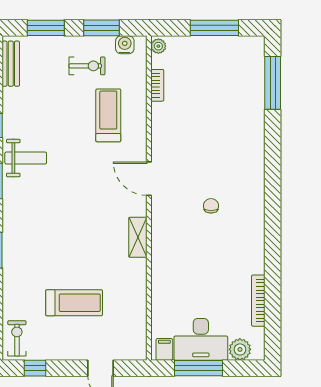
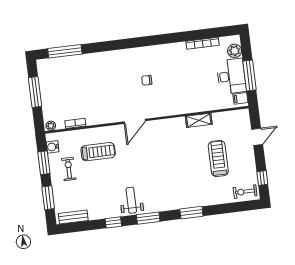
treadmill: (108, 115) -> (98, 152), turned 180
shelving: (138, 237) -> (199, 120), moved

